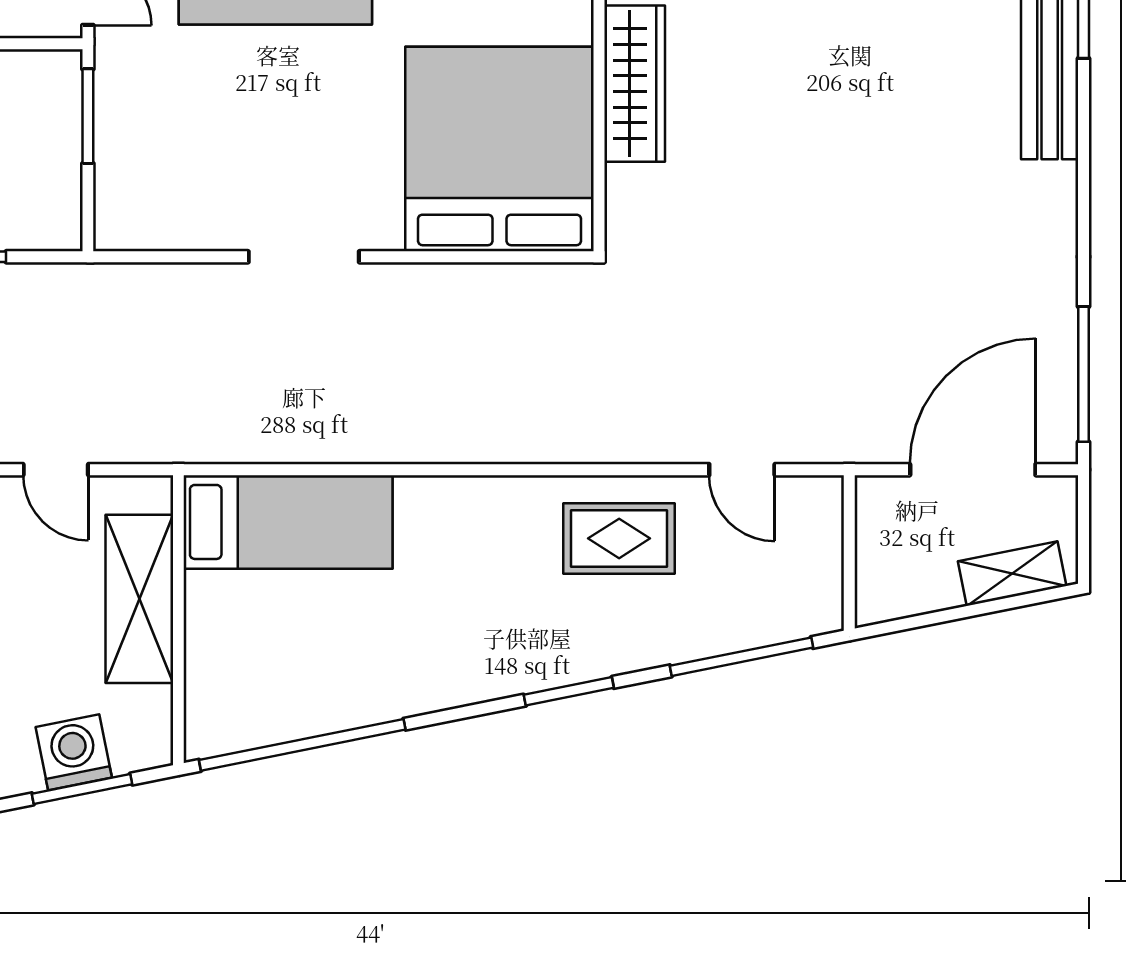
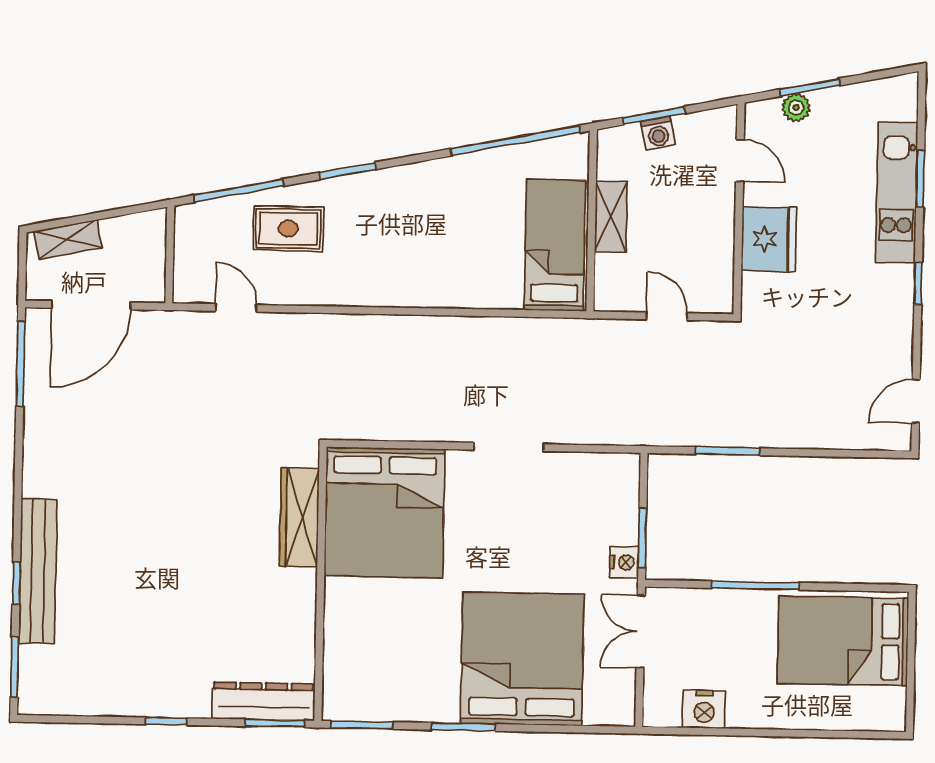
nightstand: (116, 77) -> (624, 562), added
wardrobe: (635, 84) -> (299, 517), moved
bed: (288, 522) -> (555, 245), moved, turned 90
rug: (619, 538) -> (288, 229), moved
shelving: (139, 599) -> (611, 216), width x0.67, depth x0.75
washing machine: (74, 752) -> (658, 133), width x0.73, depth x0.73

